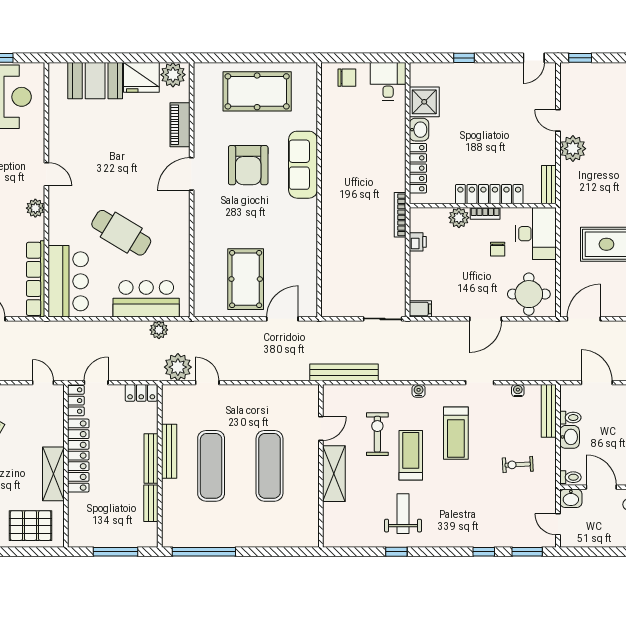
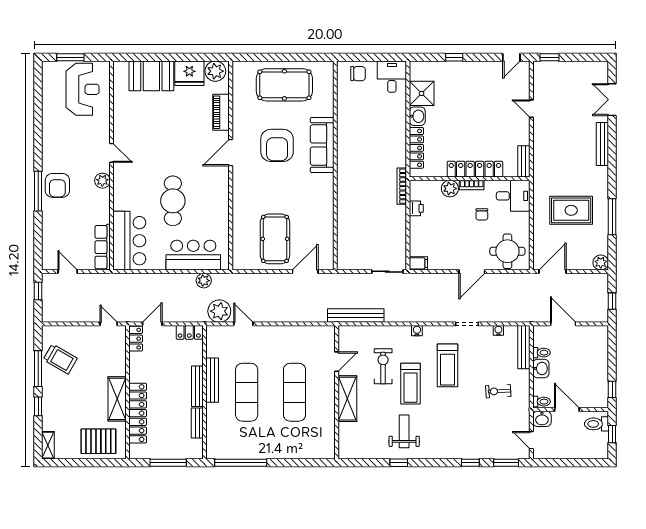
plant: (573, 149) -> (544, 132), removed
cafe table: (121, 233) -> (173, 201), turned 59
desk: (536, 234) -> (513, 196), width x0.73
row of seats: (36, 279) -> (103, 247), width x0.73
treadmill: (411, 455) -> (411, 384), turned 180
locker: (78, 456) -> (138, 413), moved

